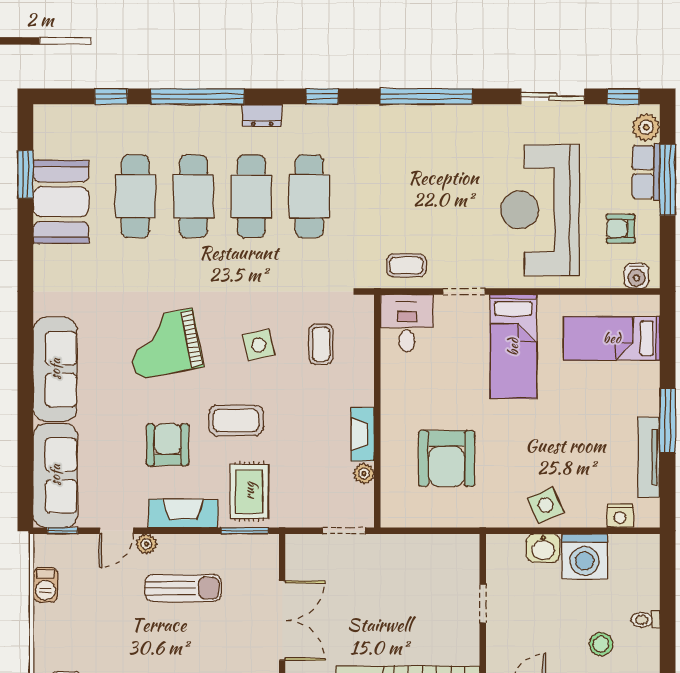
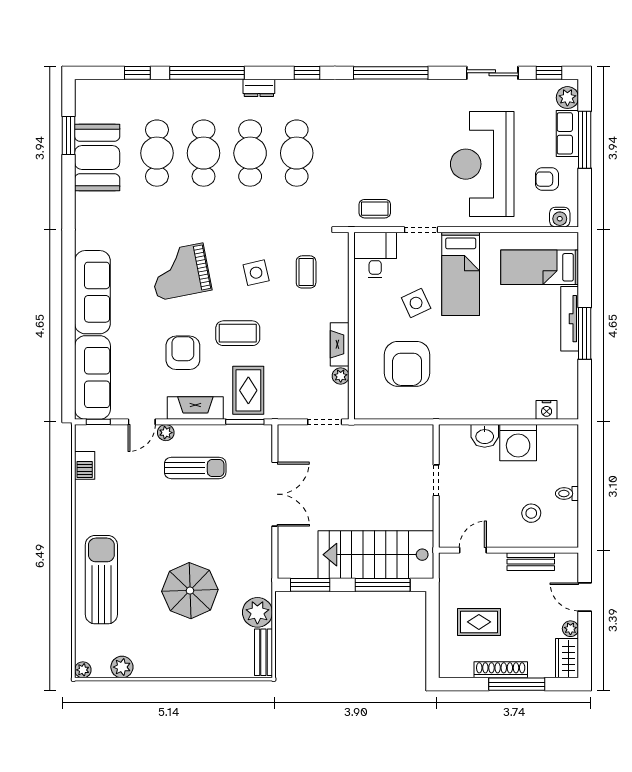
tv unit: (649, 457) -> (570, 319), moved
side table: (546, 505) -> (416, 303), moved

